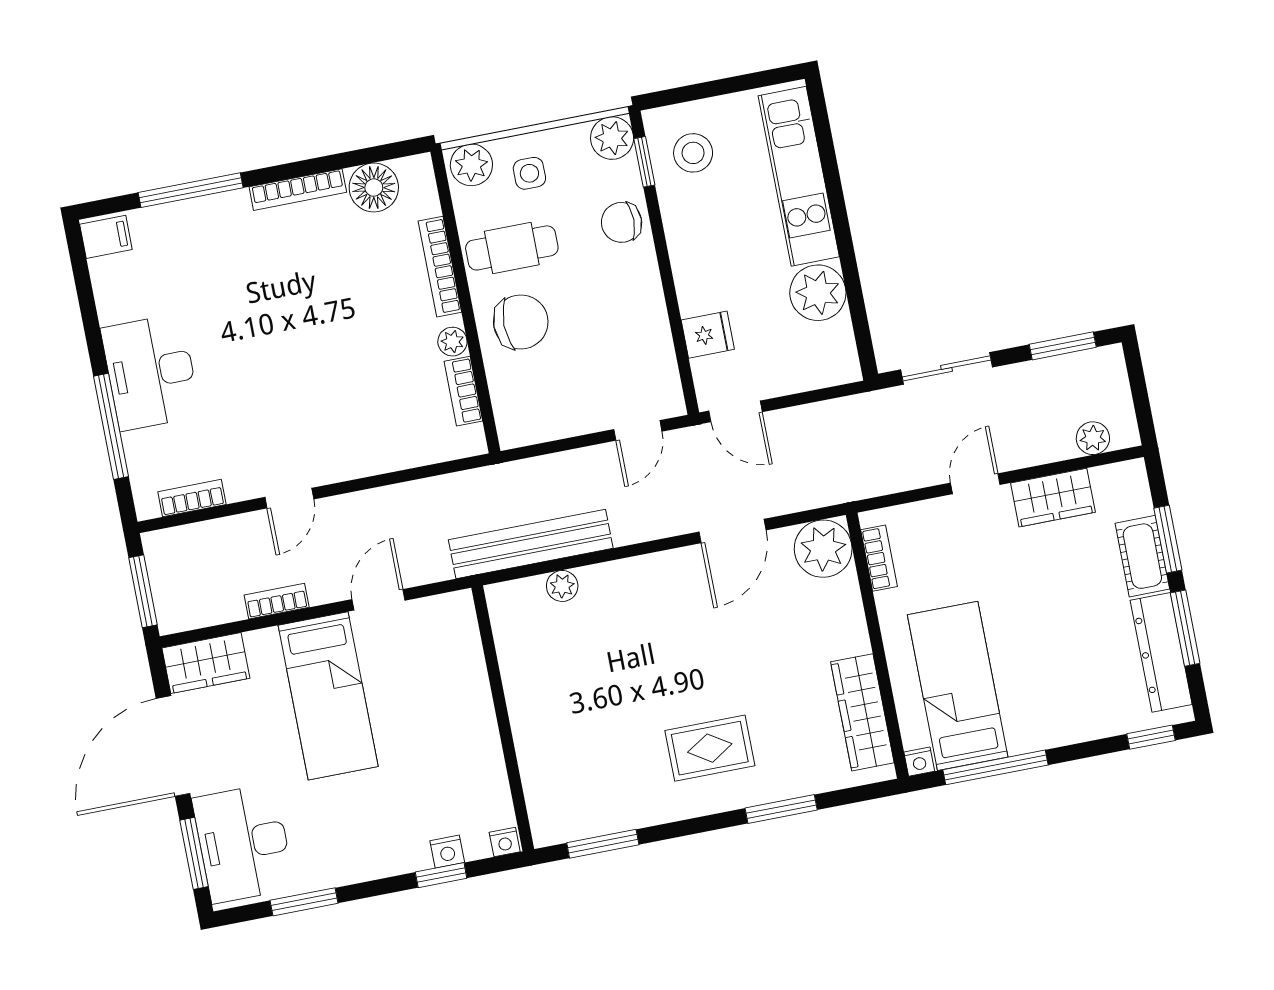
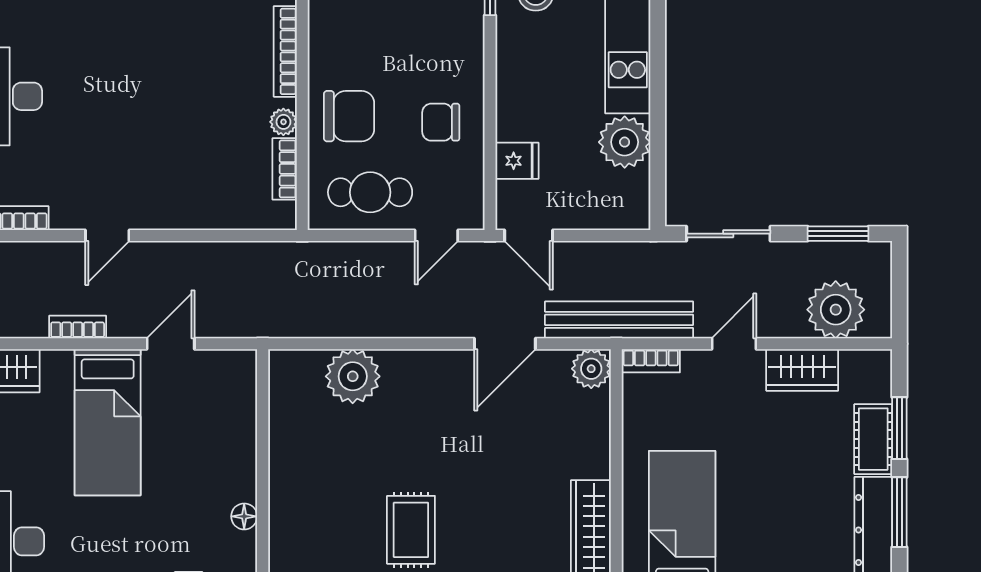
chair: (622, 222) -> (441, 122), moved
cafe table: (512, 248) -> (370, 192), moved
plant: (1093, 438) -> (836, 310), width x1.88, depth x1.88
bench: (531, 544) -> (619, 320), moved
plant: (823, 549) -> (591, 369), width x0.73, depth x0.73
bookcase: (879, 558) -> (651, 361), moved, turned 90
plant: (562, 586) -> (353, 376), width x1.88, depth x1.88
rug: (710, 748) -> (411, 530), moved, turned 90
floor lamp: (492, 768) -> (244, 516), added

